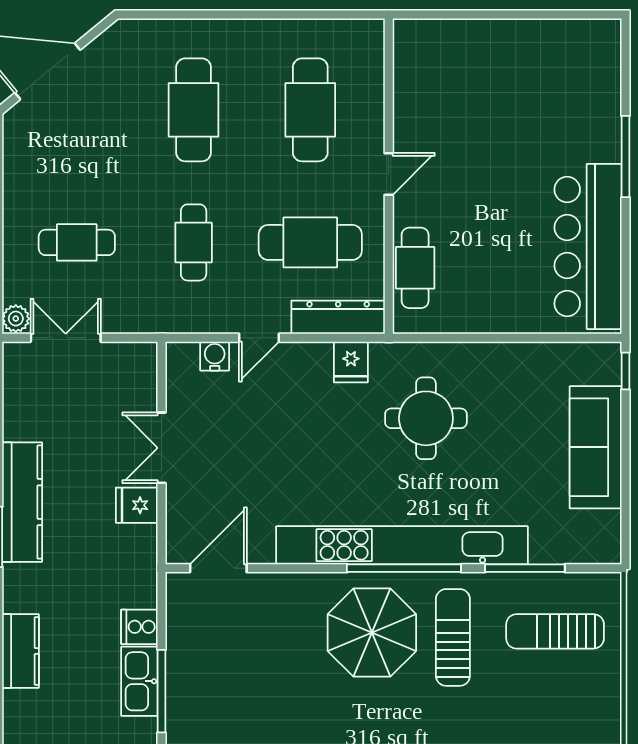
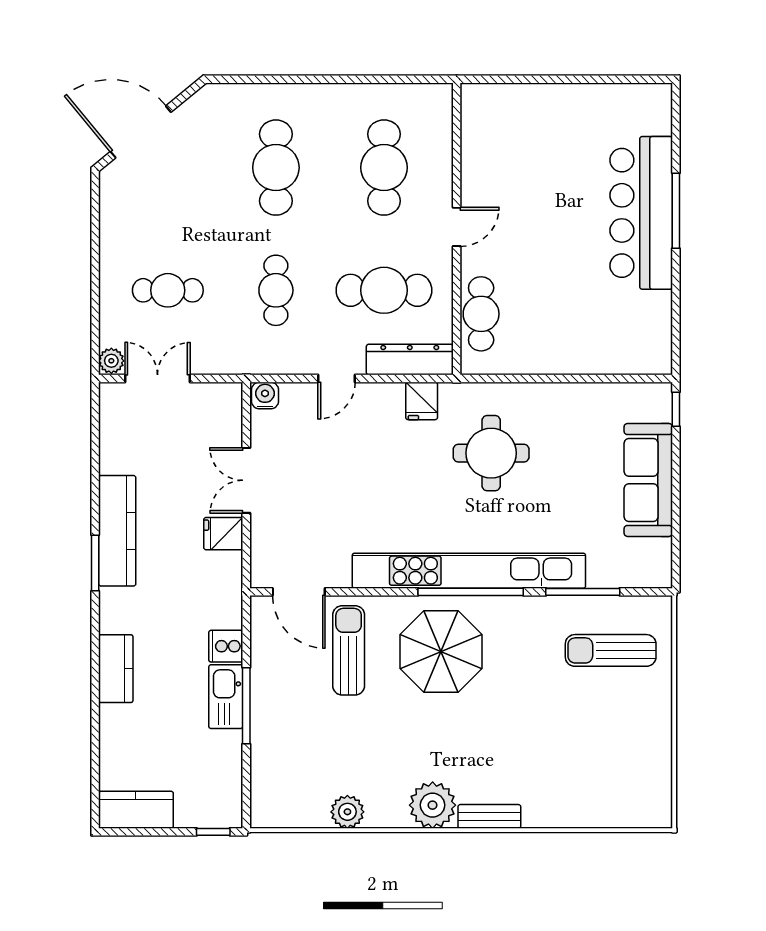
bar counter: (588, 247) -> (641, 213), moved
water cooler: (215, 356) -> (265, 396), moved
door: (218, 568) -> (299, 592), swing flipped
sun lounger: (453, 637) -> (349, 650), moved

